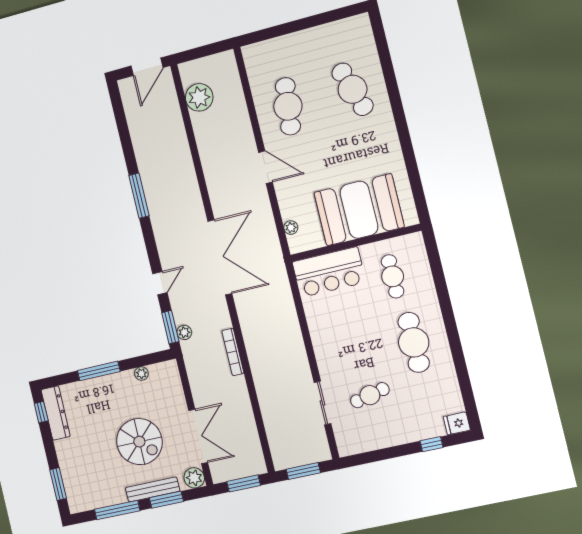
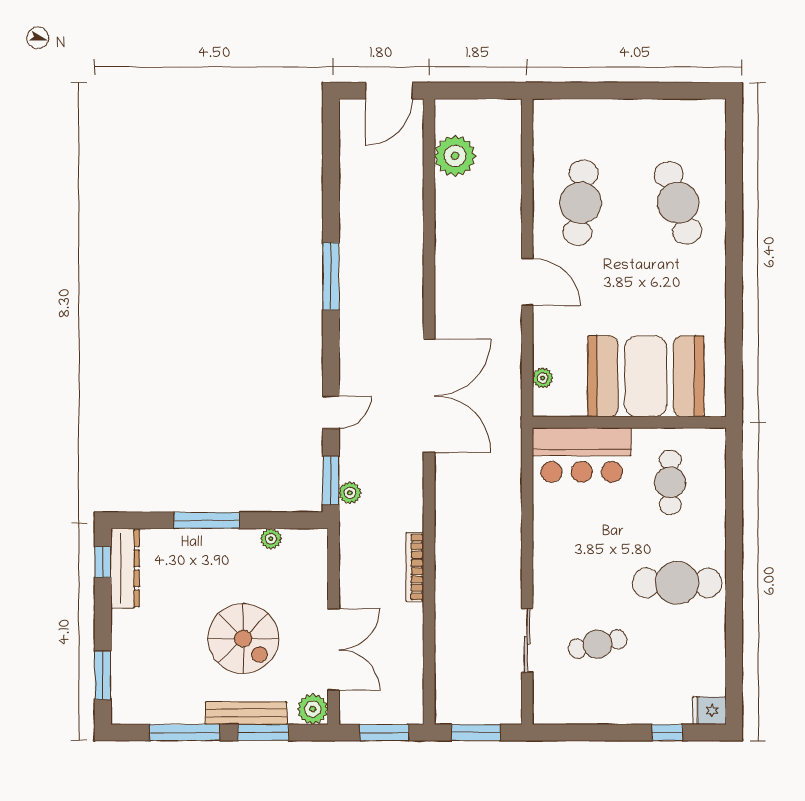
cafe table: (414, 342) -> (677, 583), turned 90
bookcase: (233, 352) -> (415, 567), moved

